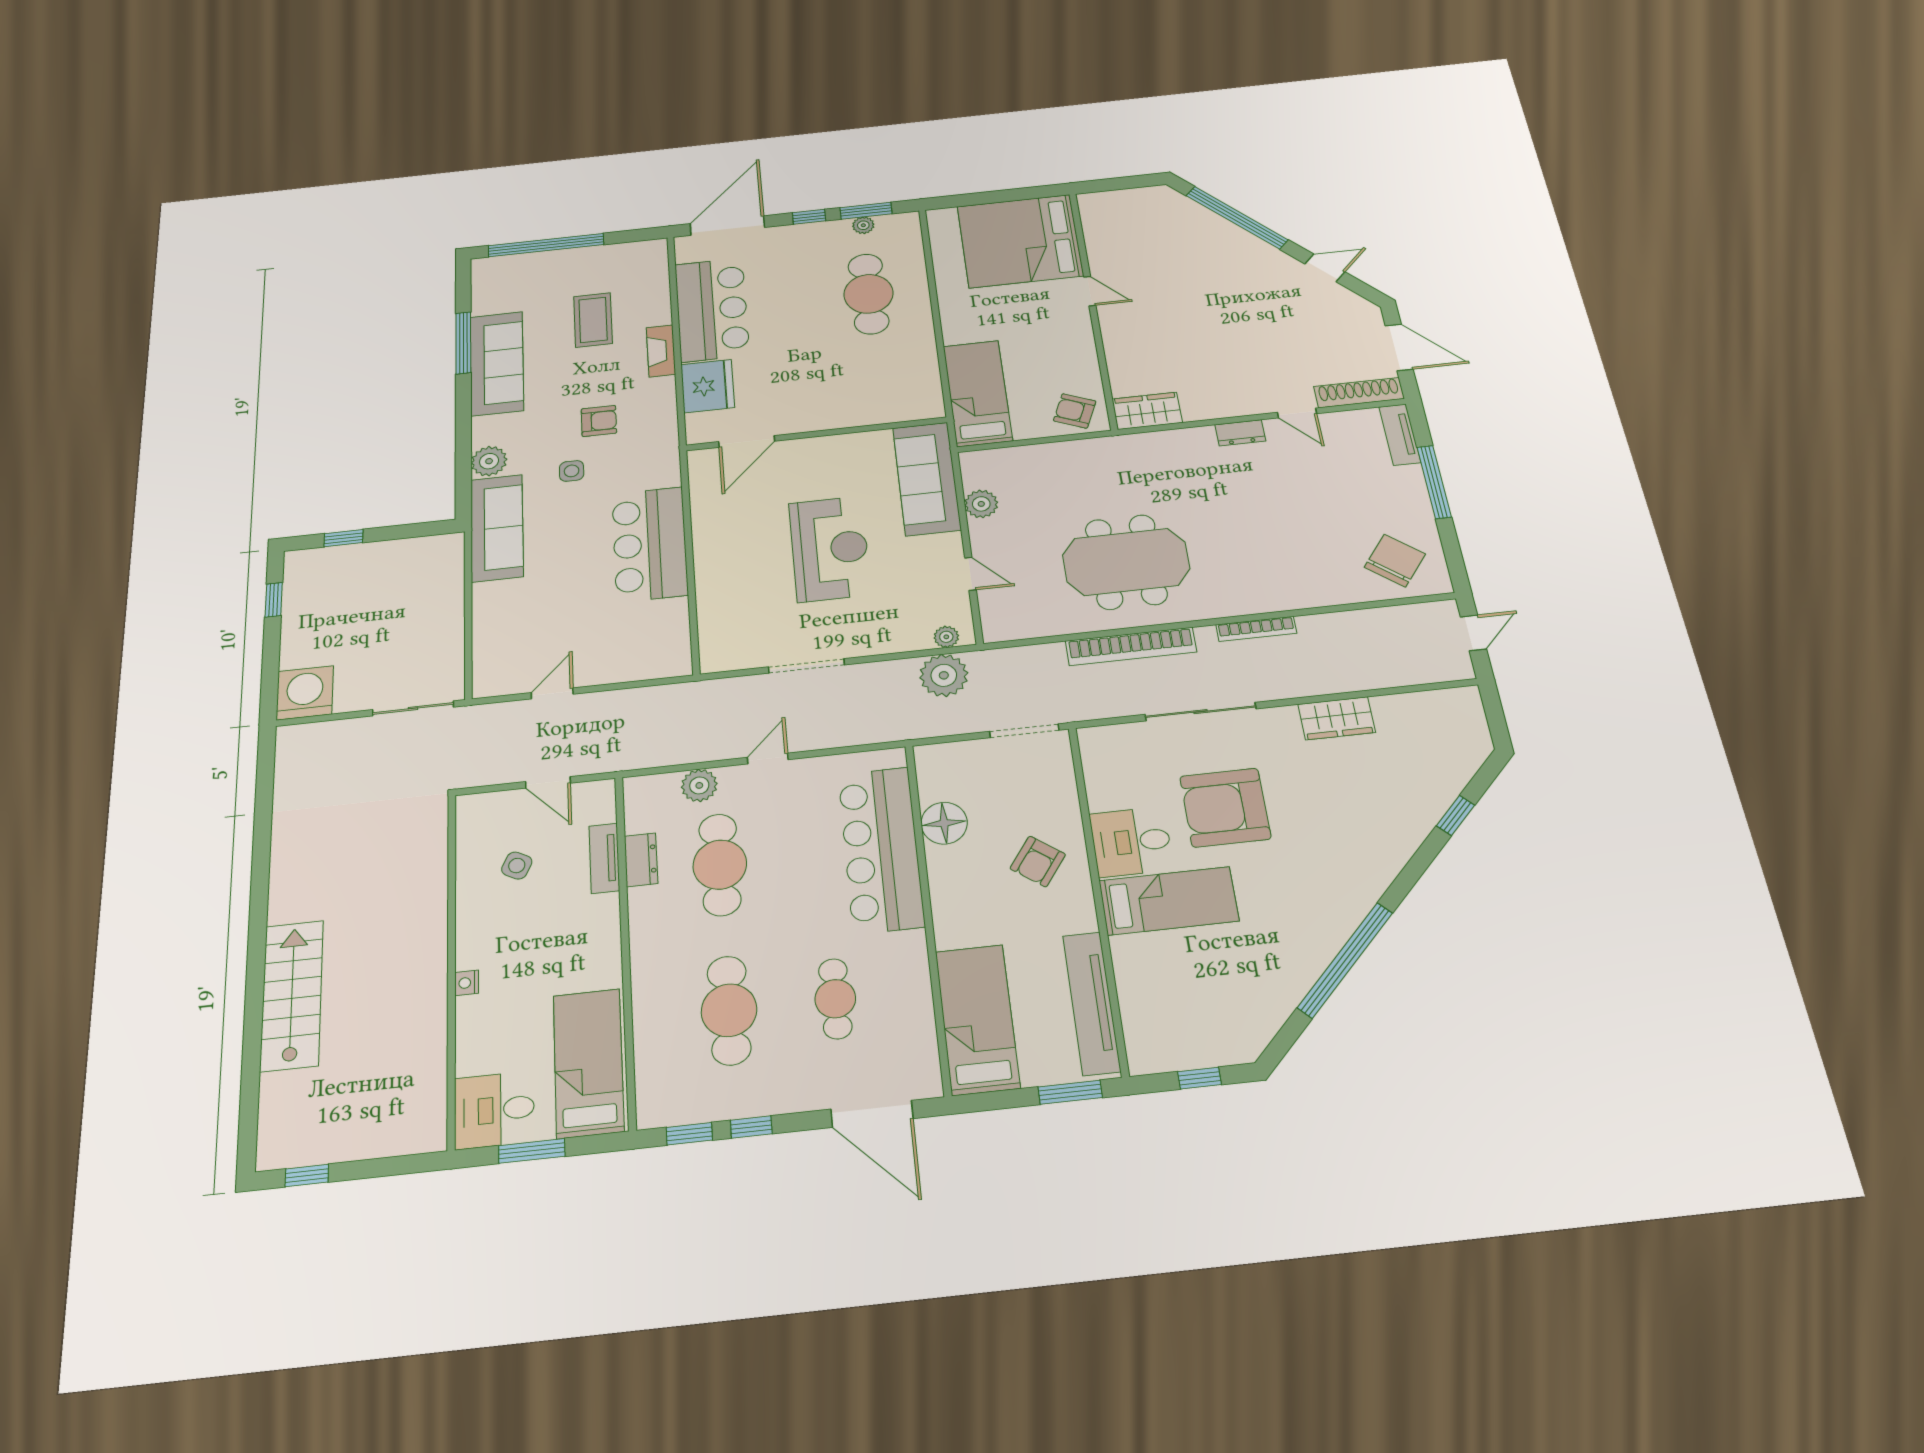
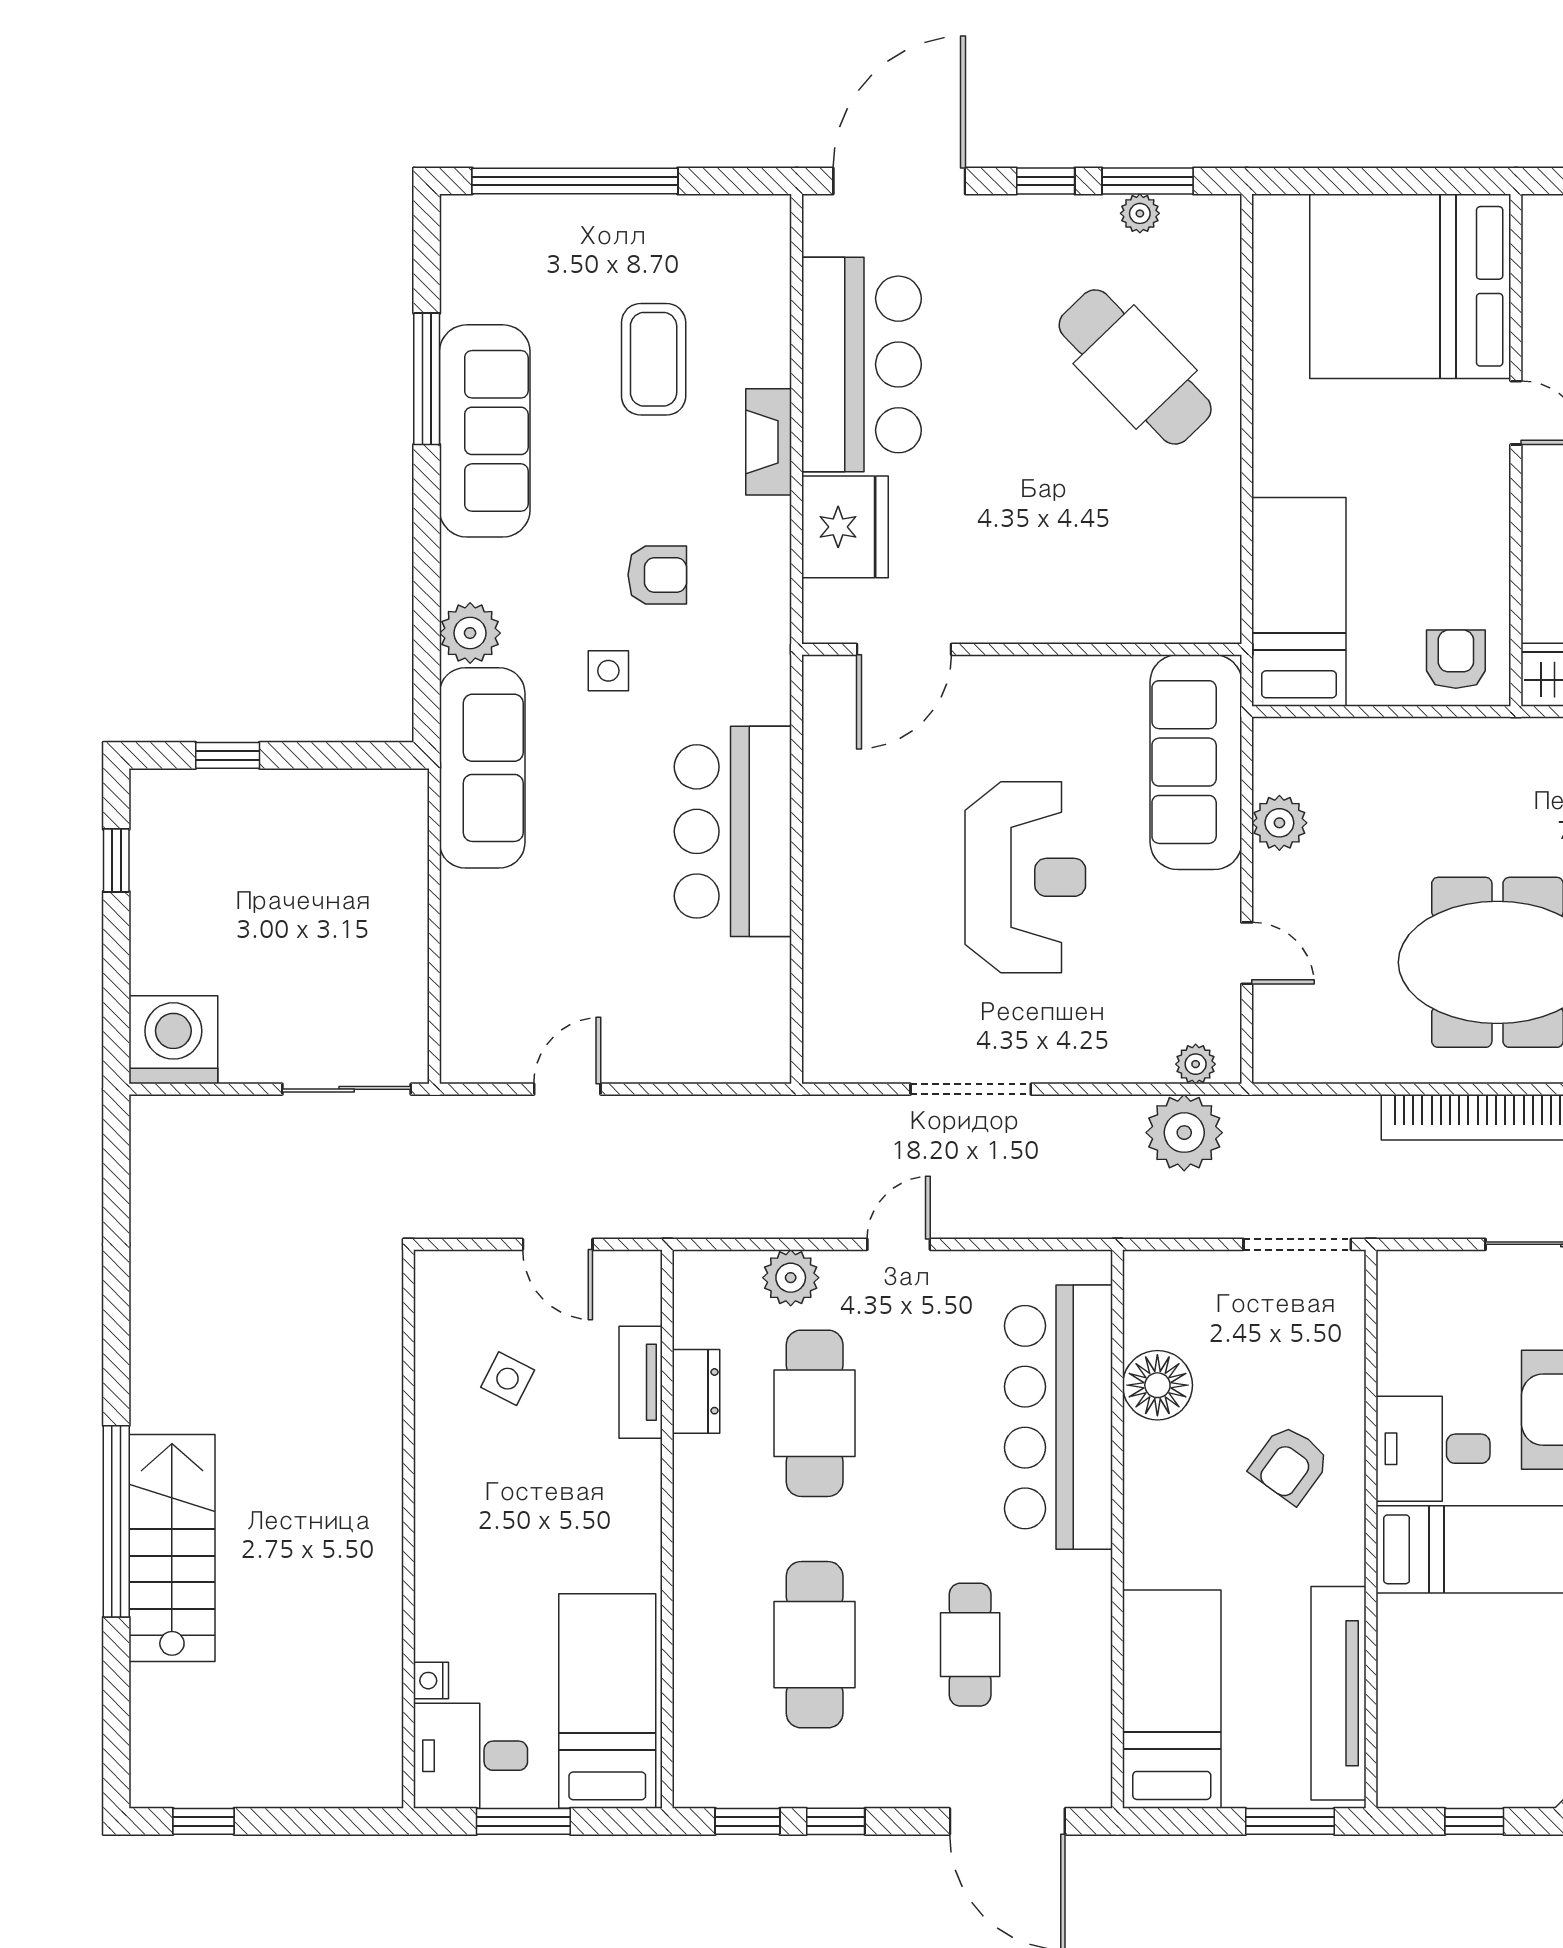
cafe table: (868, 294) -> (1135, 367), turned -44
armchair: (1075, 411) -> (1456, 659), turned 67
window: (255, 982) -> (116, 1521), added
nightstand: (467, 983) -> (431, 1681), moved

